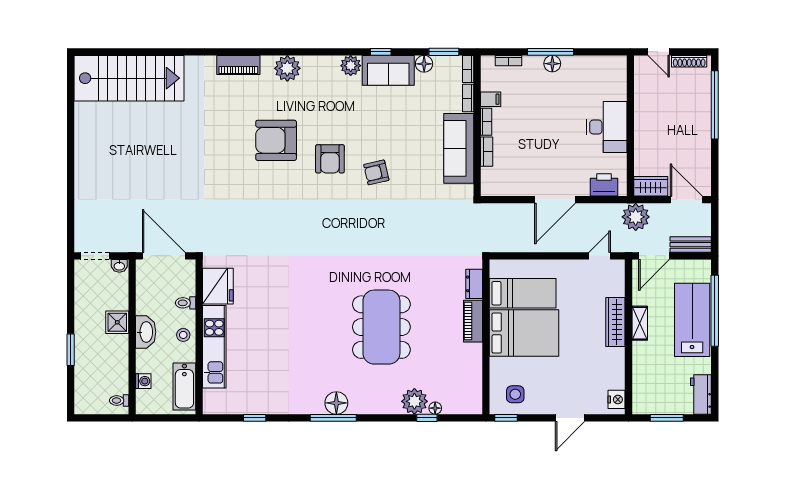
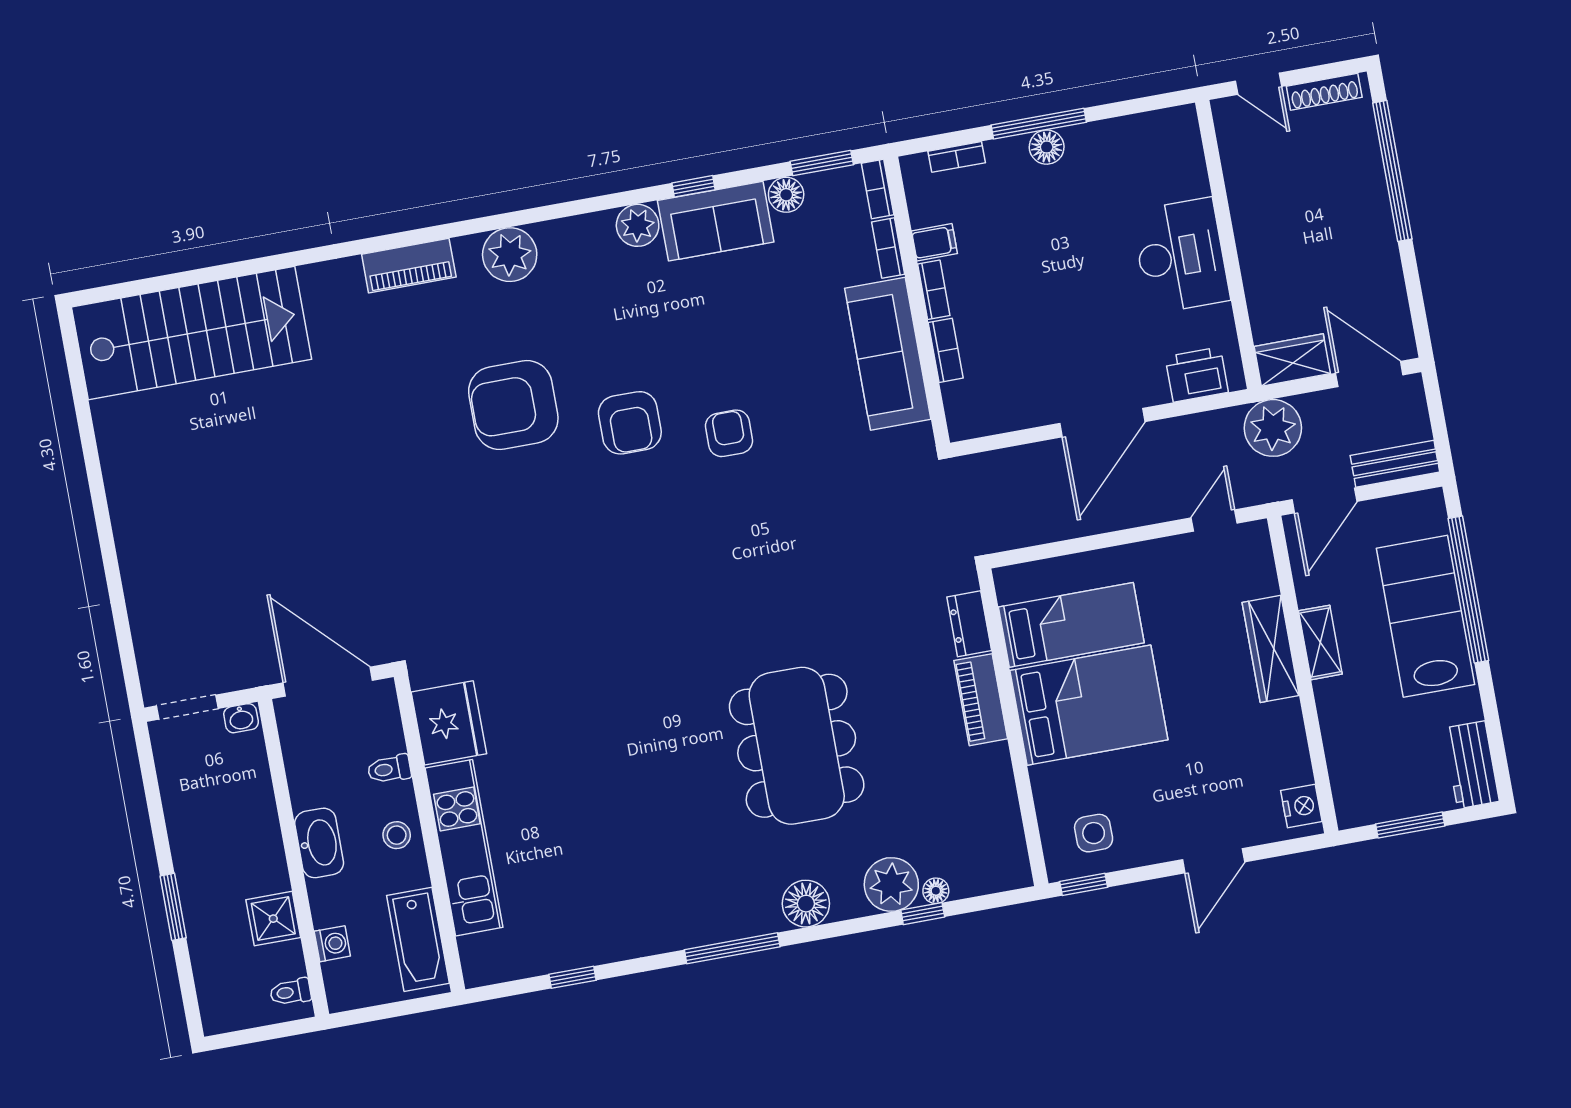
armchair: (376, 172) -> (729, 433), turned 103
shower: (117, 322) -> (273, 919), moved
floor lamp: (336, 403) -> (806, 904), moved

